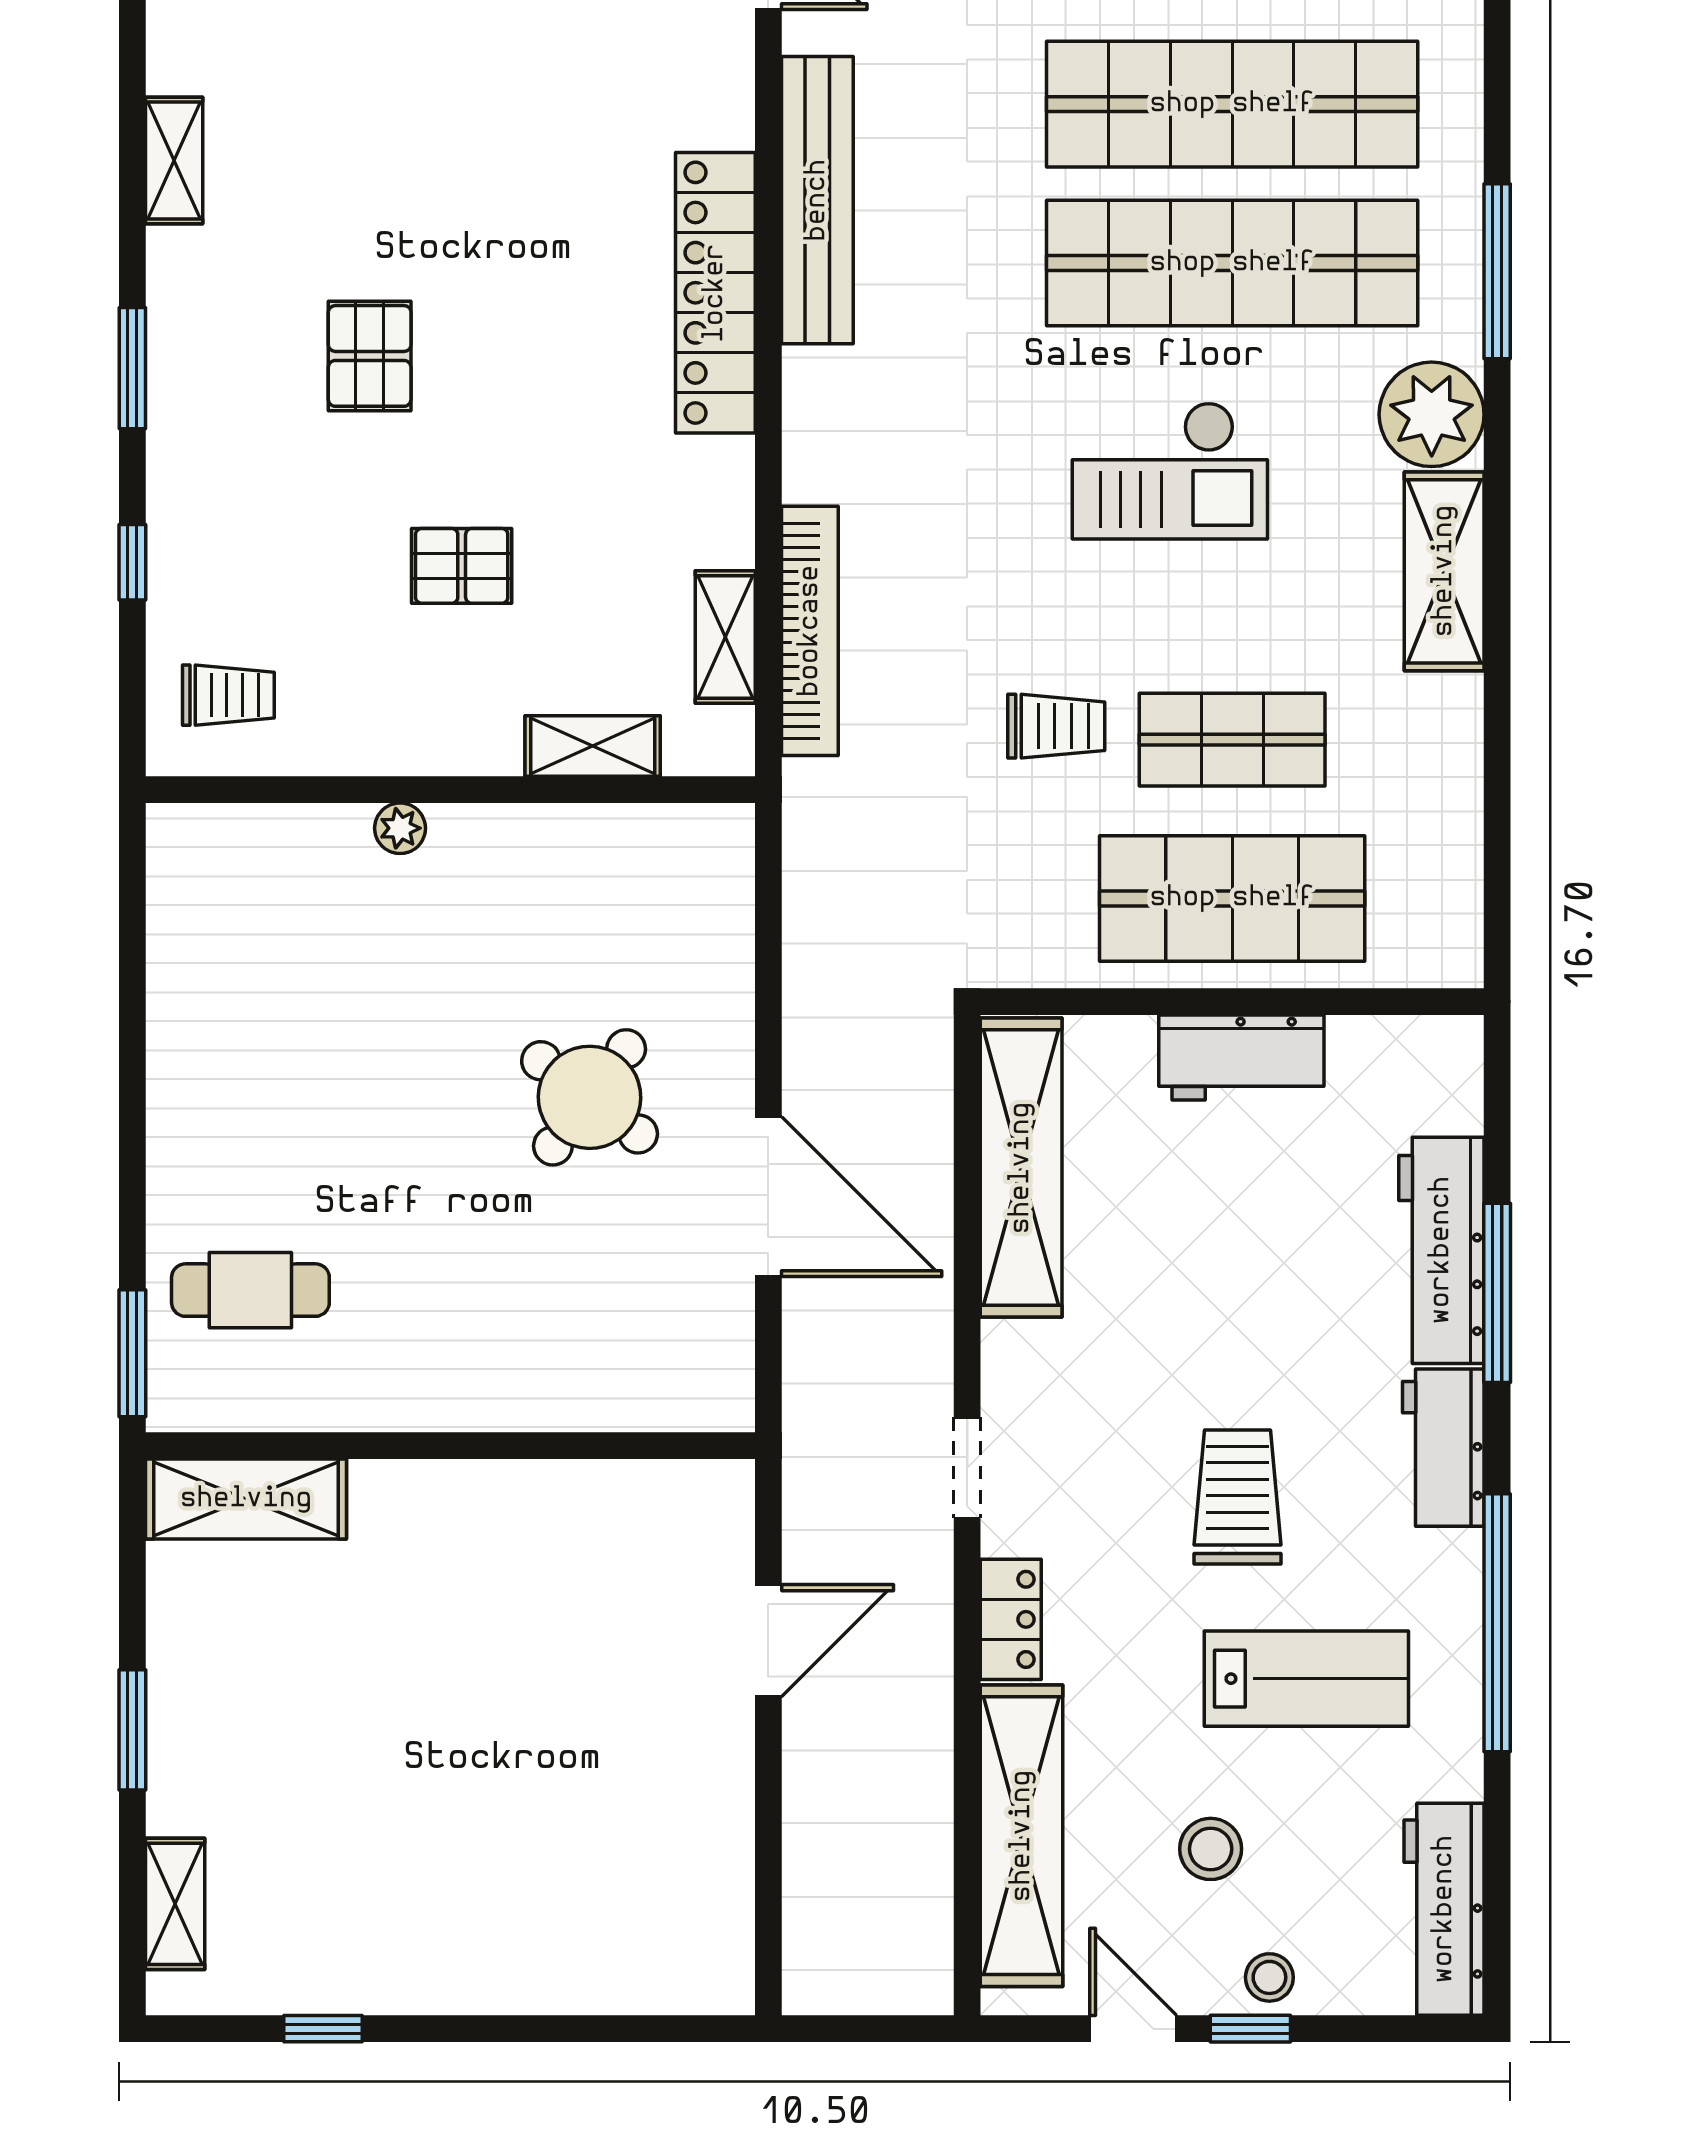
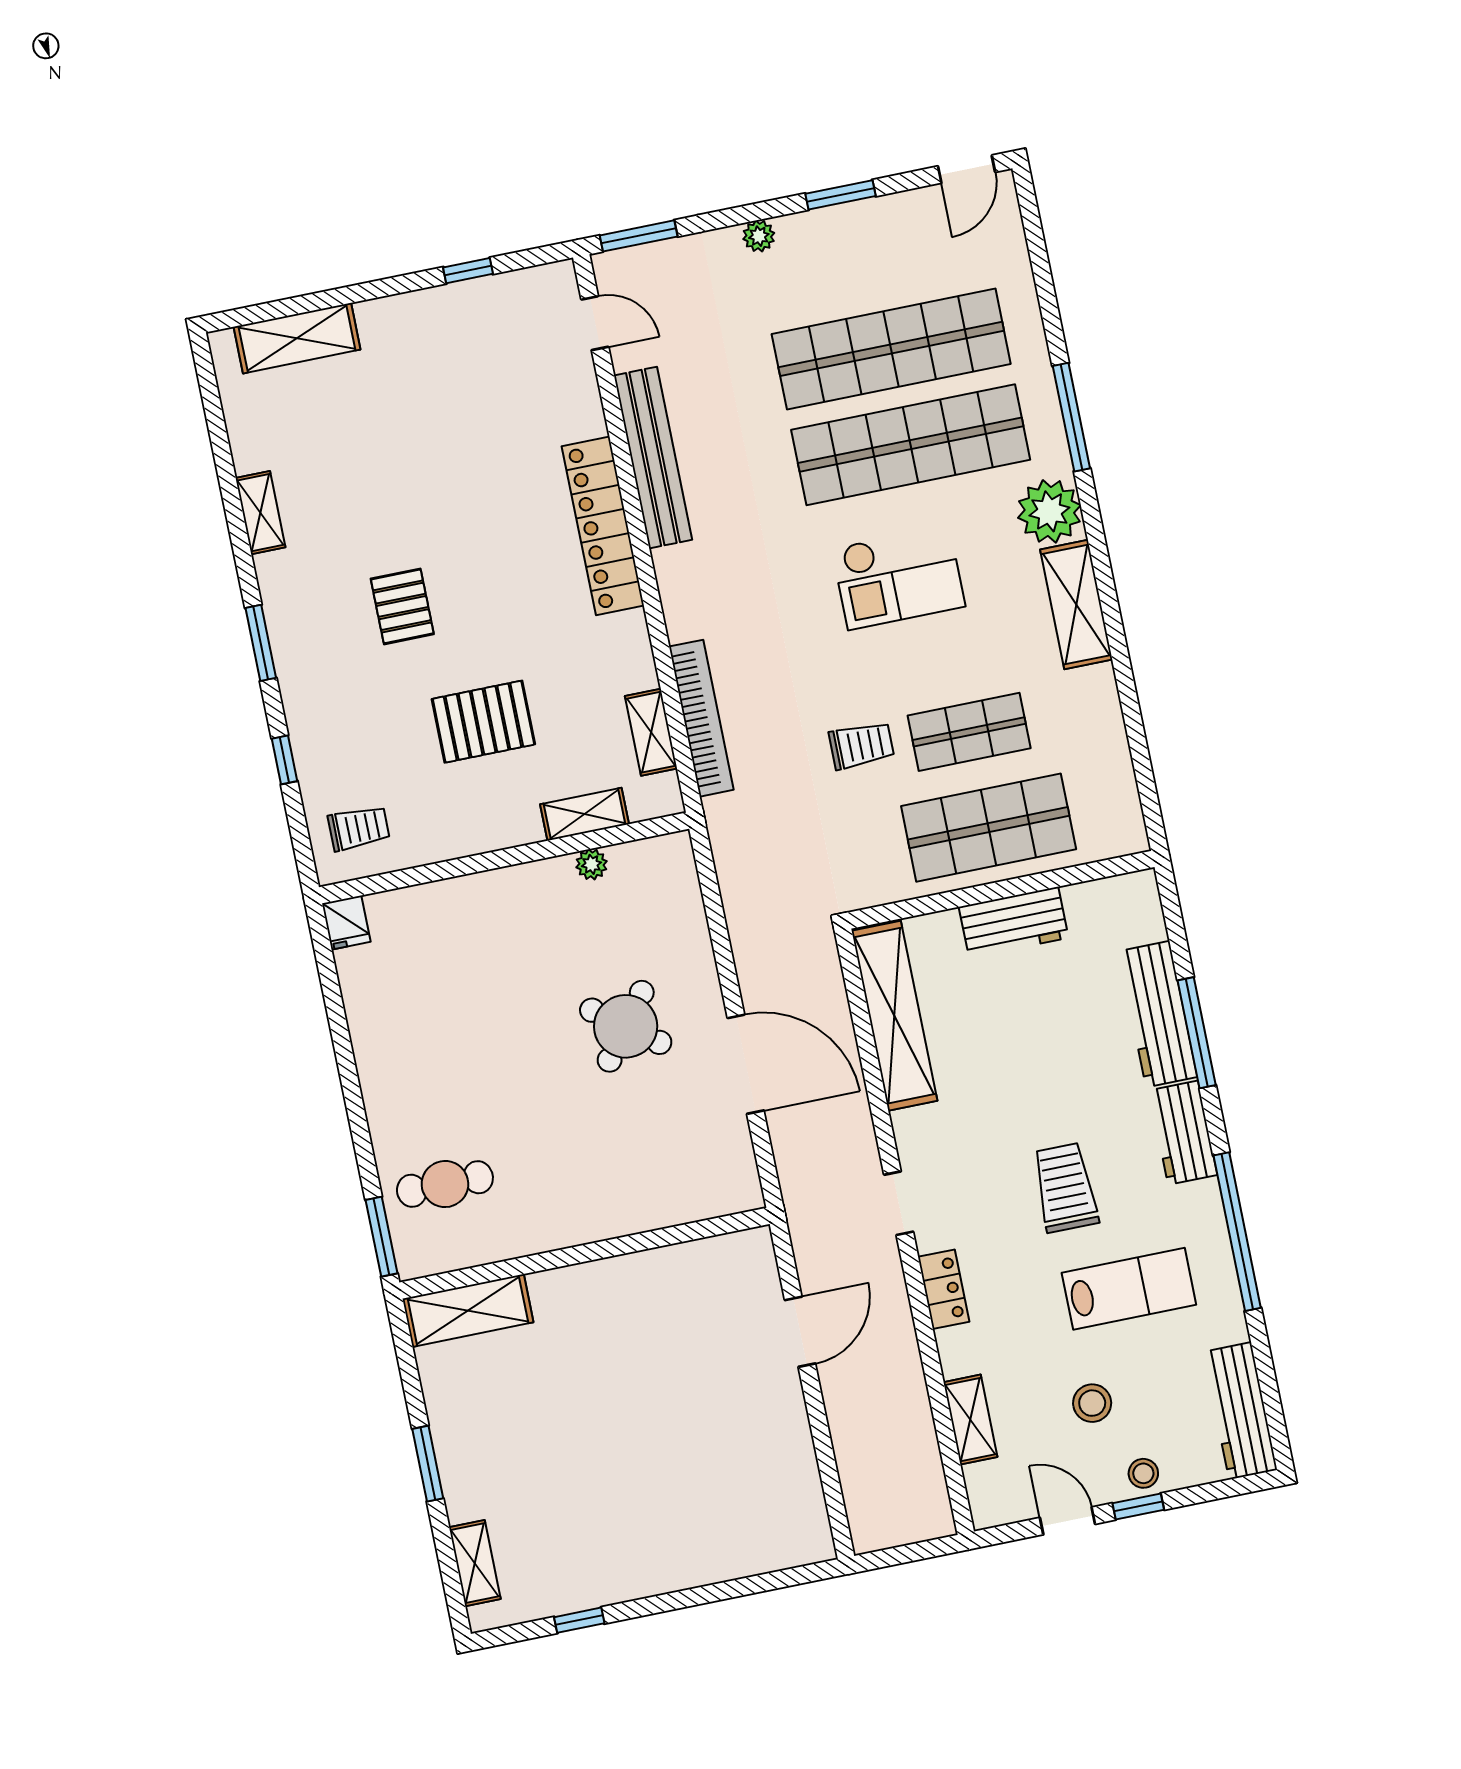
pallet: (462, 566) -> (483, 722), width x1.50, depth x1.42
plant: (400, 828) -> (592, 864), moved
fridge: (178, 842) -> (346, 923), added
shelving: (1022, 1836) -> (970, 1420), width x0.45, depth x0.75

